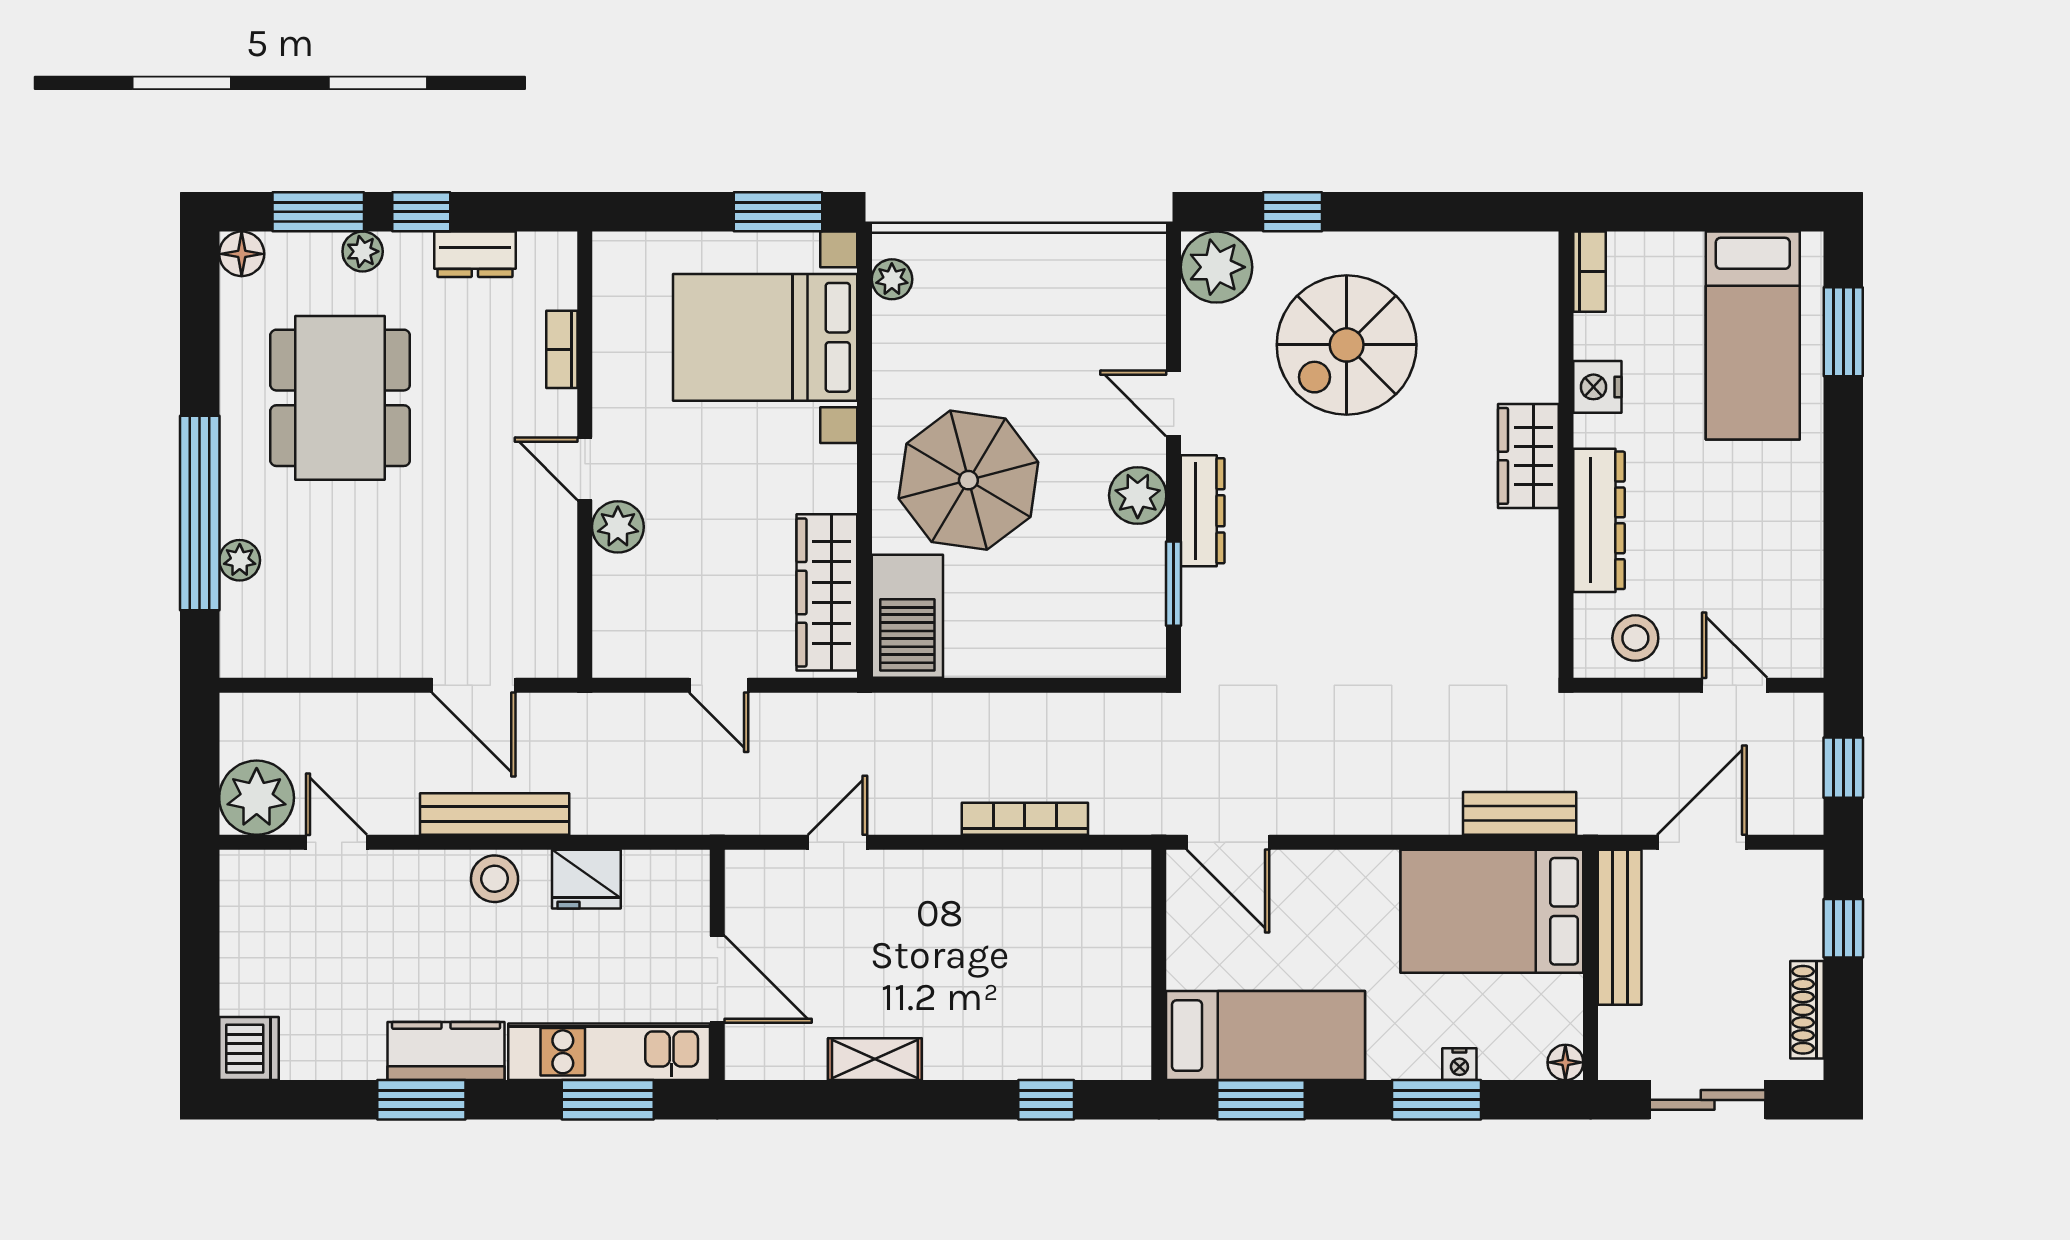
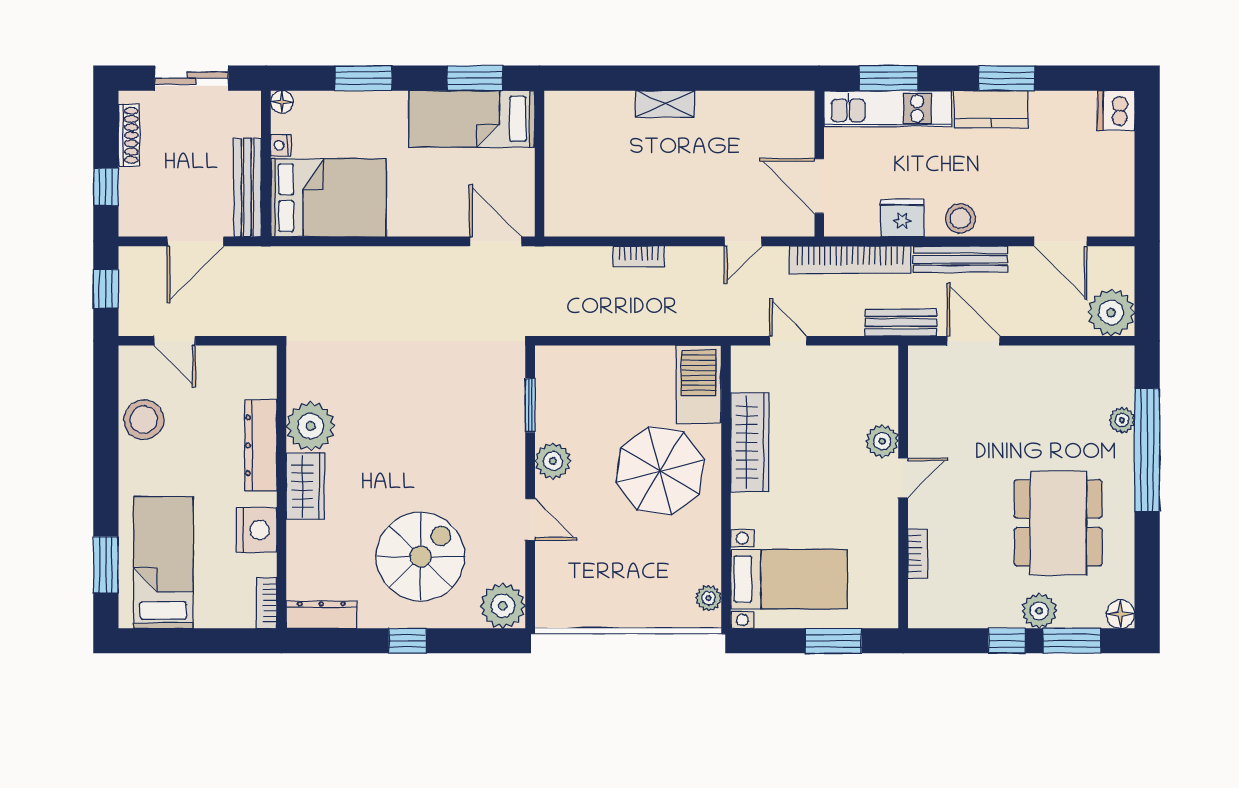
window: (778, 212) -> (833, 641), moved
window: (1292, 212) -> (407, 641), moved
plant: (363, 251) -> (1039, 611), width x1.38, depth x1.38
dresser: (475, 254) -> (973, 614), removed
bed with nightstands: (765, 337) -> (789, 579), width x0.73
nightstand: (1597, 387) -> (257, 530), width x1.36, depth x1.33
door: (585, 469) -> (903, 478), hinge flipped
dresser: (1203, 511) -> (321, 615), moved, turned 90
plant: (1520, 551) -> (311, 426), added
wardrobe: (827, 592) -> (750, 442), moved
stool: (1635, 638) -> (144, 420), moved, width x1.38, depth x1.38
door: (719, 685) -> (788, 341), moved
plant: (257, 798) -> (1111, 313), moved
bookcase: (669, 813) -> (850, 260), added
bench: (1520, 813) -> (901, 323), moved
bookcase: (1025, 819) -> (639, 256), width x0.64
door: (336, 842) -> (1061, 241), width x1.38
door: (717, 979) -> (819, 186), moved
shelving: (875, 1059) -> (665, 104), moved
nightstand: (1459, 1064) -> (281, 145), moved, turned -90
window: (1046, 1100) -> (611, 78), removed

